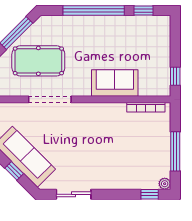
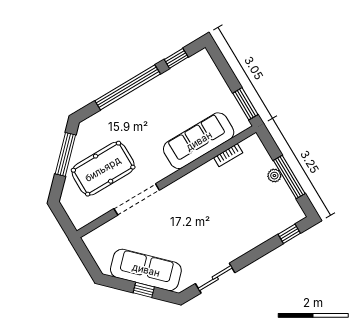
window: (175, 76) -> (245, 104), width x1.50
sofa: (115, 83) -> (199, 141), width x1.36
bookcase: (146, 107) -> (228, 155), width x0.64
plant: (165, 184) -> (274, 176), moved

